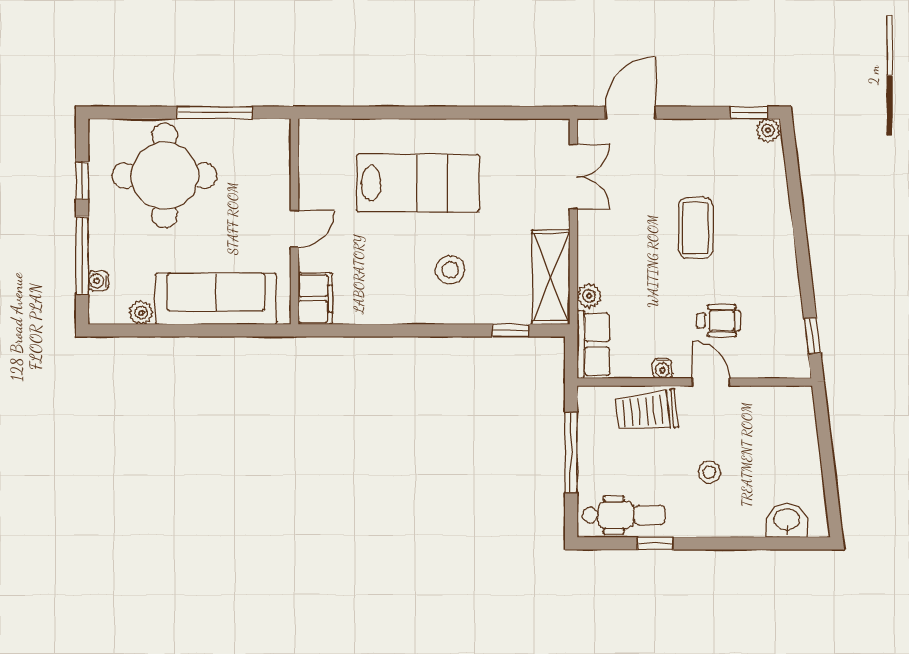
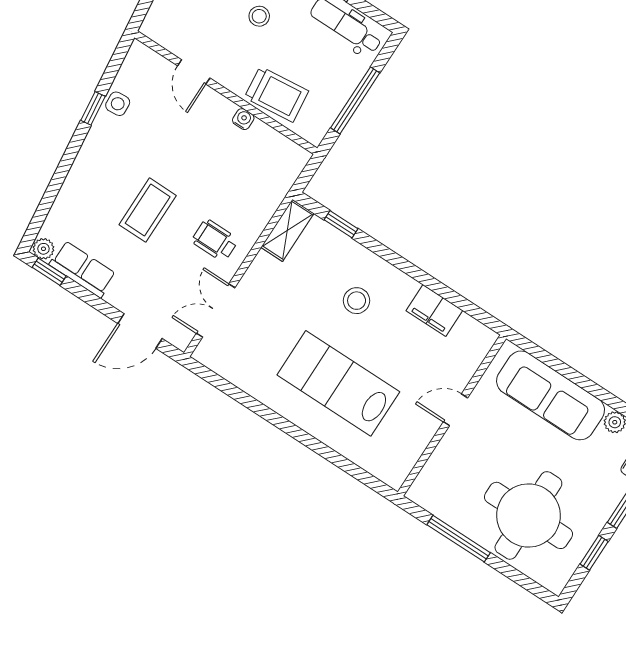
shelving: (551, 277) -> (287, 230), width x0.67, depth x0.75
plant: (589, 296) -> (263, 211), removed
filing cabinet: (315, 299) -> (434, 311), moved, turned -90
side table: (787, 308) -> (118, 104), added
wheelchair: (718, 321) -> (215, 240), moved
window: (812, 336) -> (93, 108), moved
row of seats: (593, 344) -> (83, 269), moved, turned 90
door: (711, 382) -> (194, 72), moved

